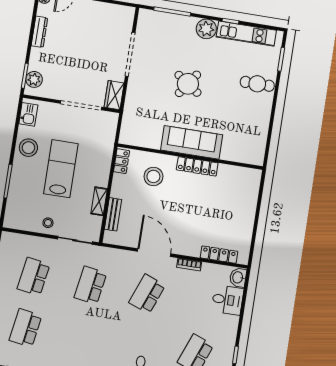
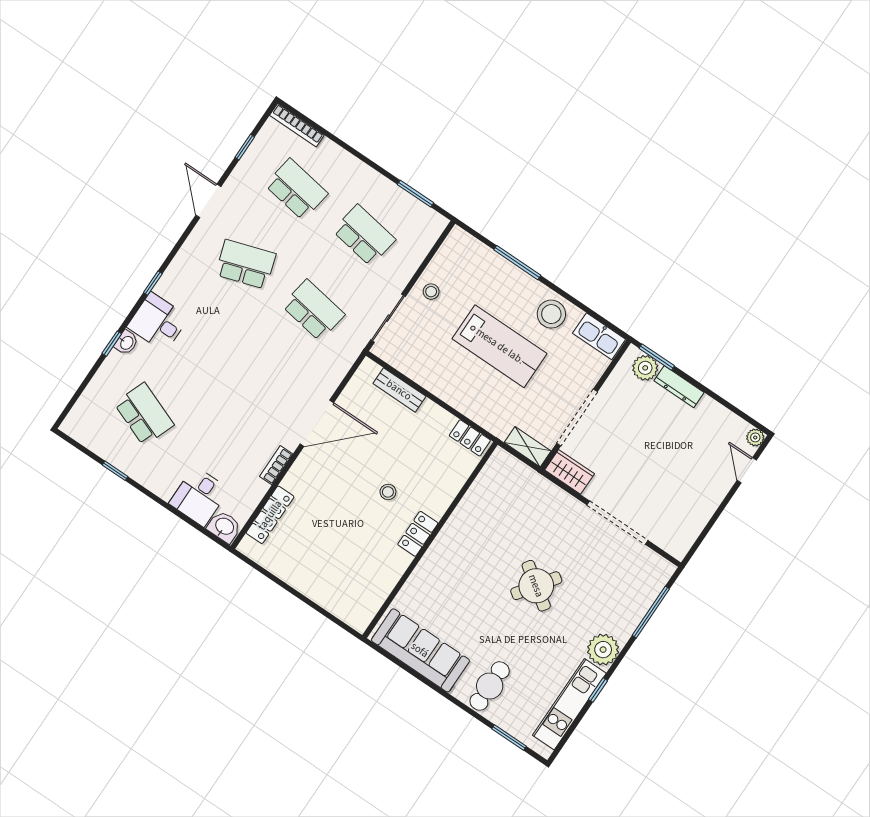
dresser: (39, 32) -> (679, 387), moved
kitchen sink: (28, 114) -> (599, 336), width x1.38
sofa: (192, 142) -> (420, 650), moved, turned -90
locker: (197, 166) -> (418, 534), width x0.66
stool: (153, 176) -> (388, 492), moved, width x0.53, depth x0.53
shelving: (99, 201) -> (528, 447), moved
school desk: (147, 294) -> (246, 264), moved, turned -39

